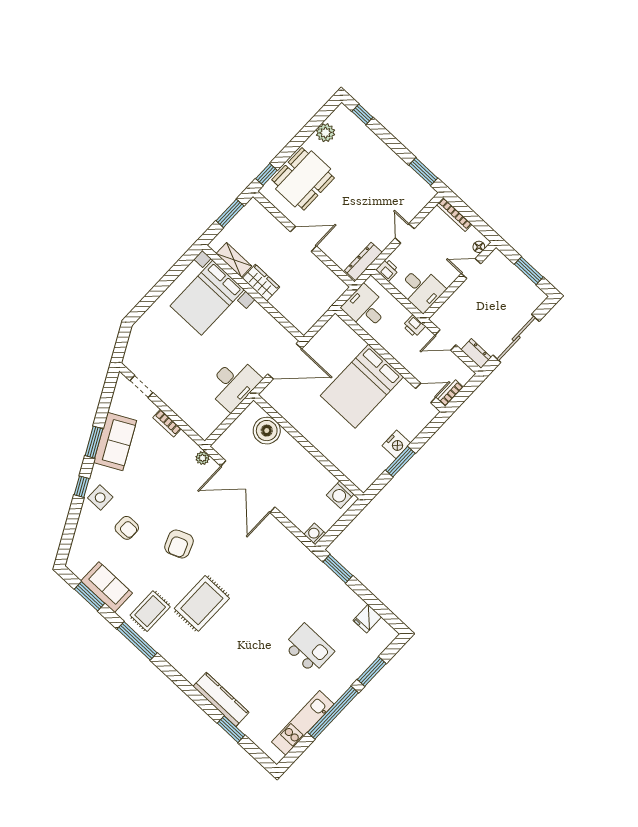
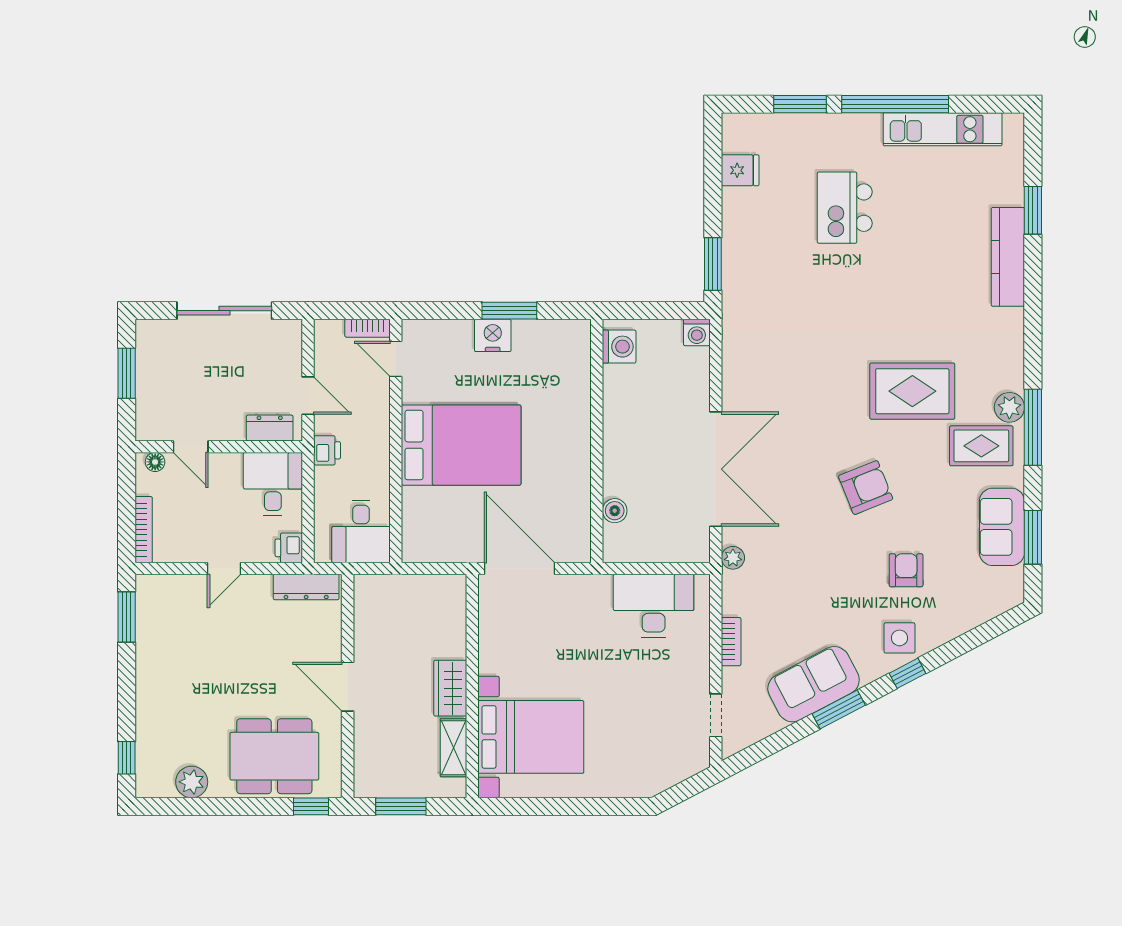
dresser: (476, 354) -> (270, 428), moved, turned 90
desk: (234, 383) -> (654, 606), moved
boiler: (267, 431) -> (615, 511), width x0.54, depth x0.54
plant: (155, 639) -> (1009, 407), added

